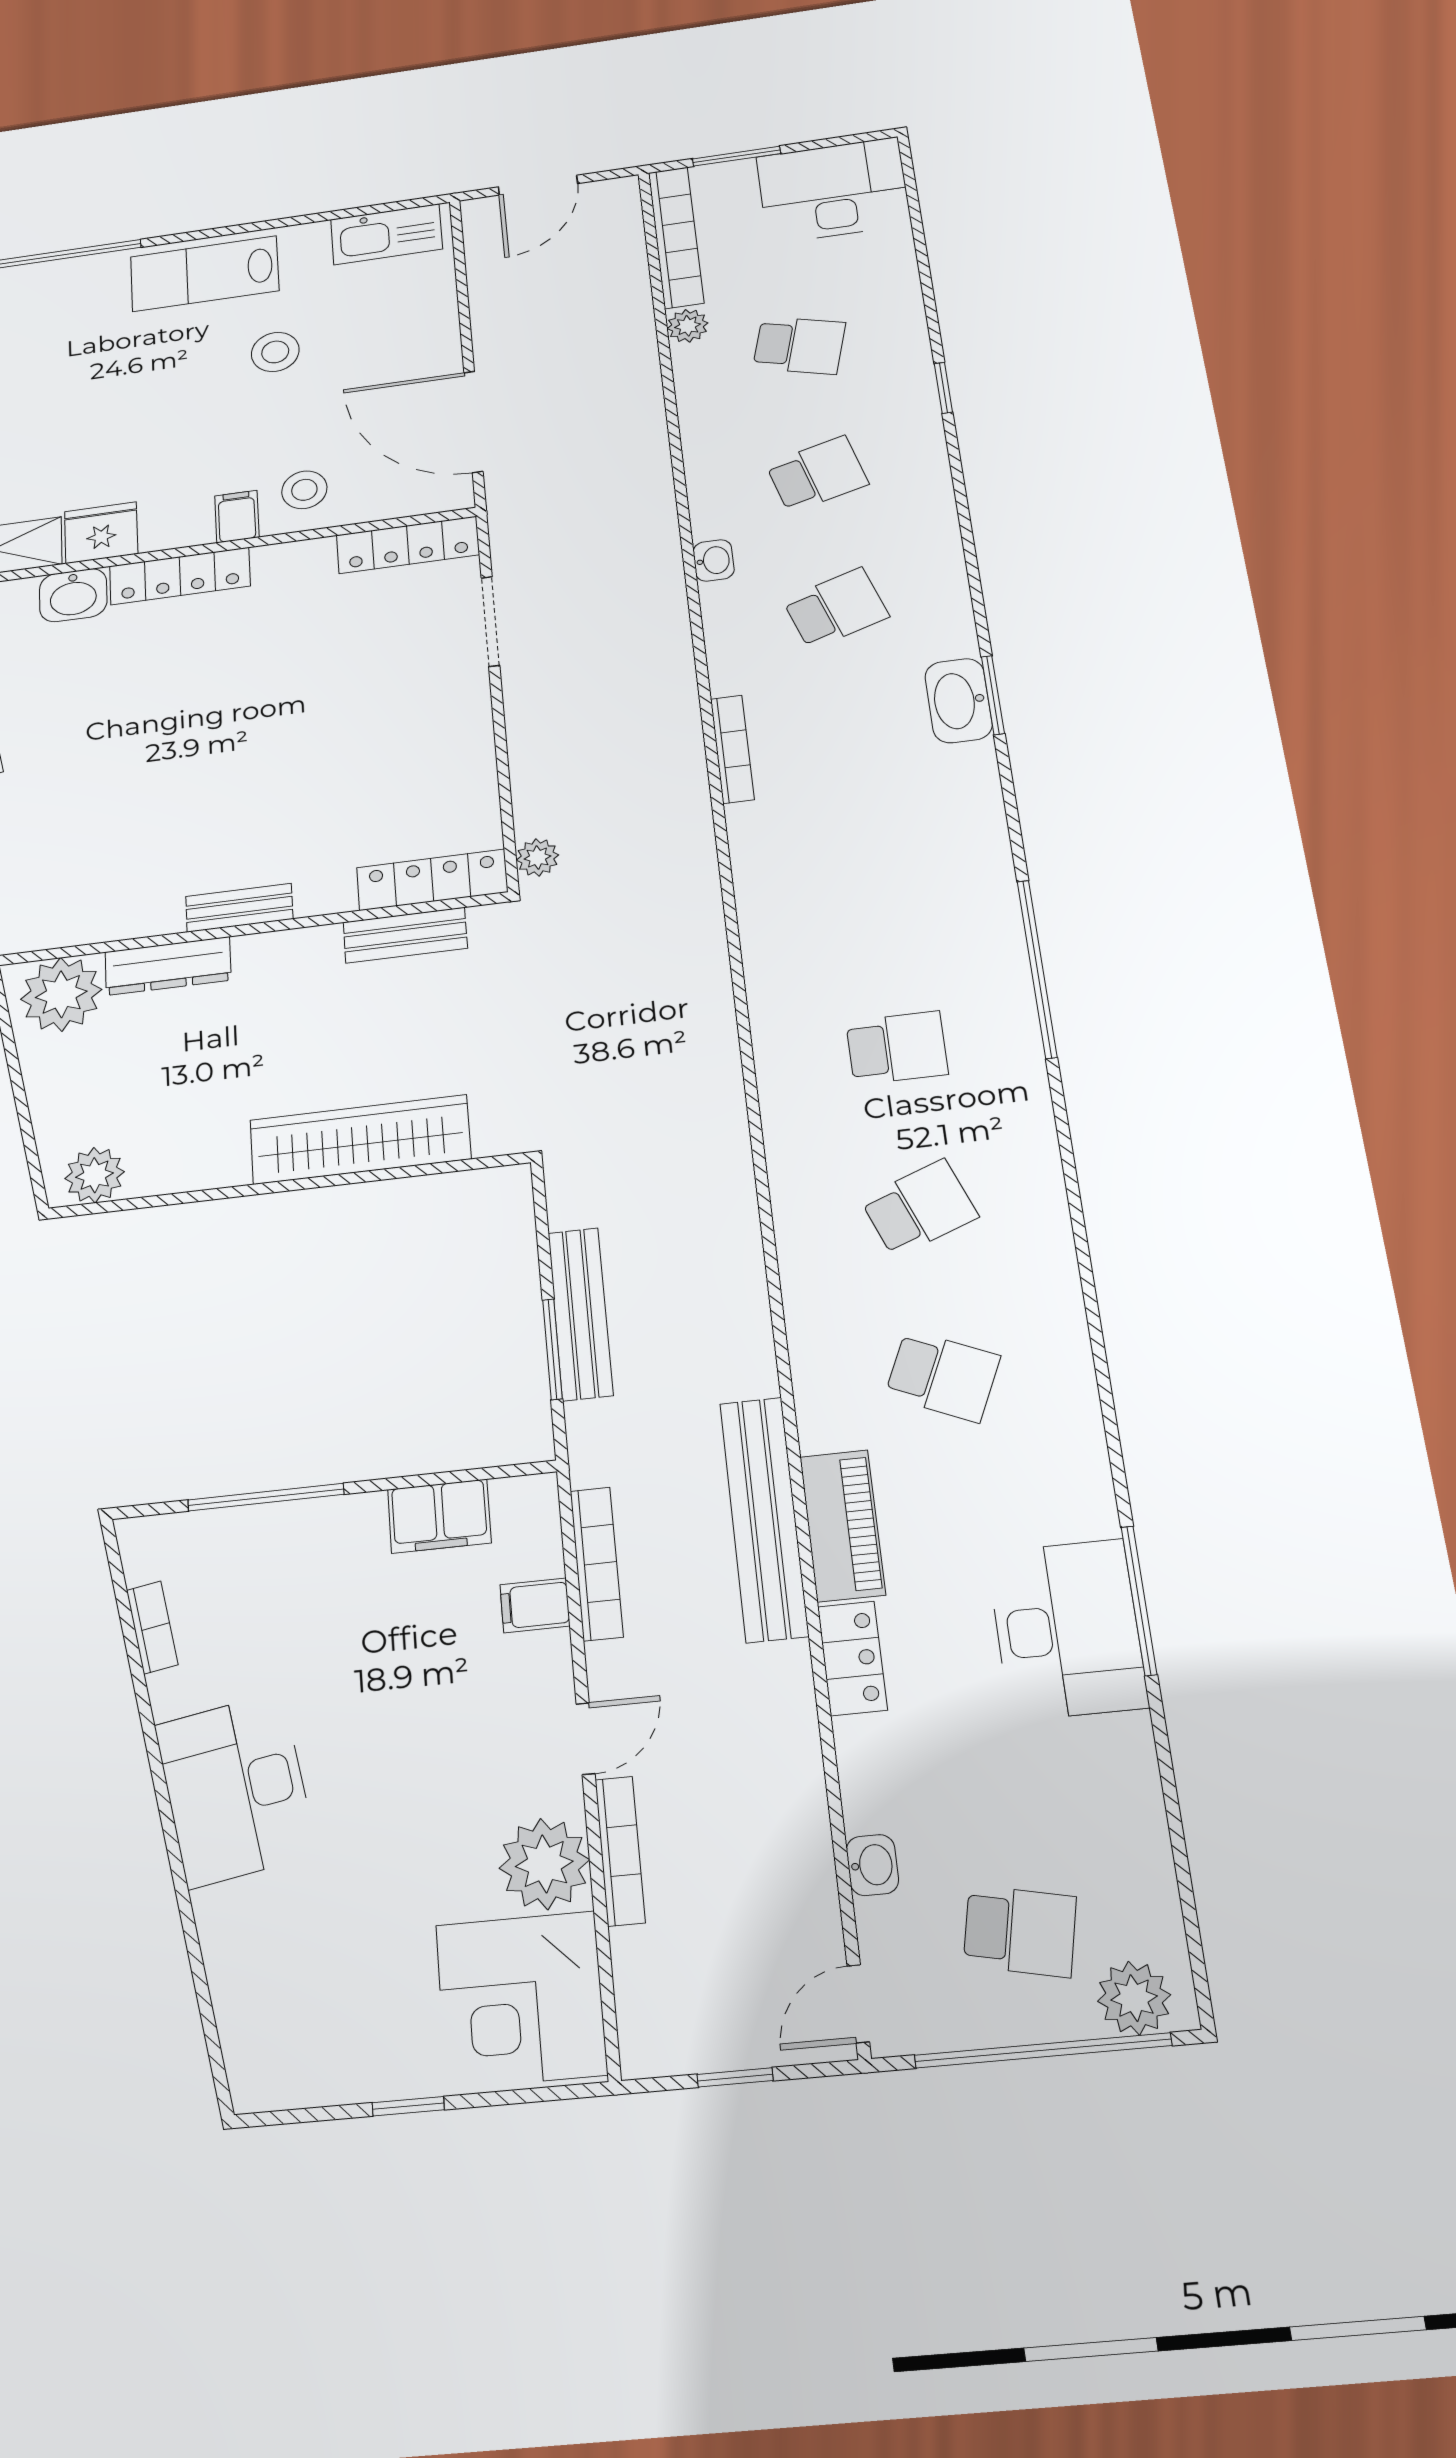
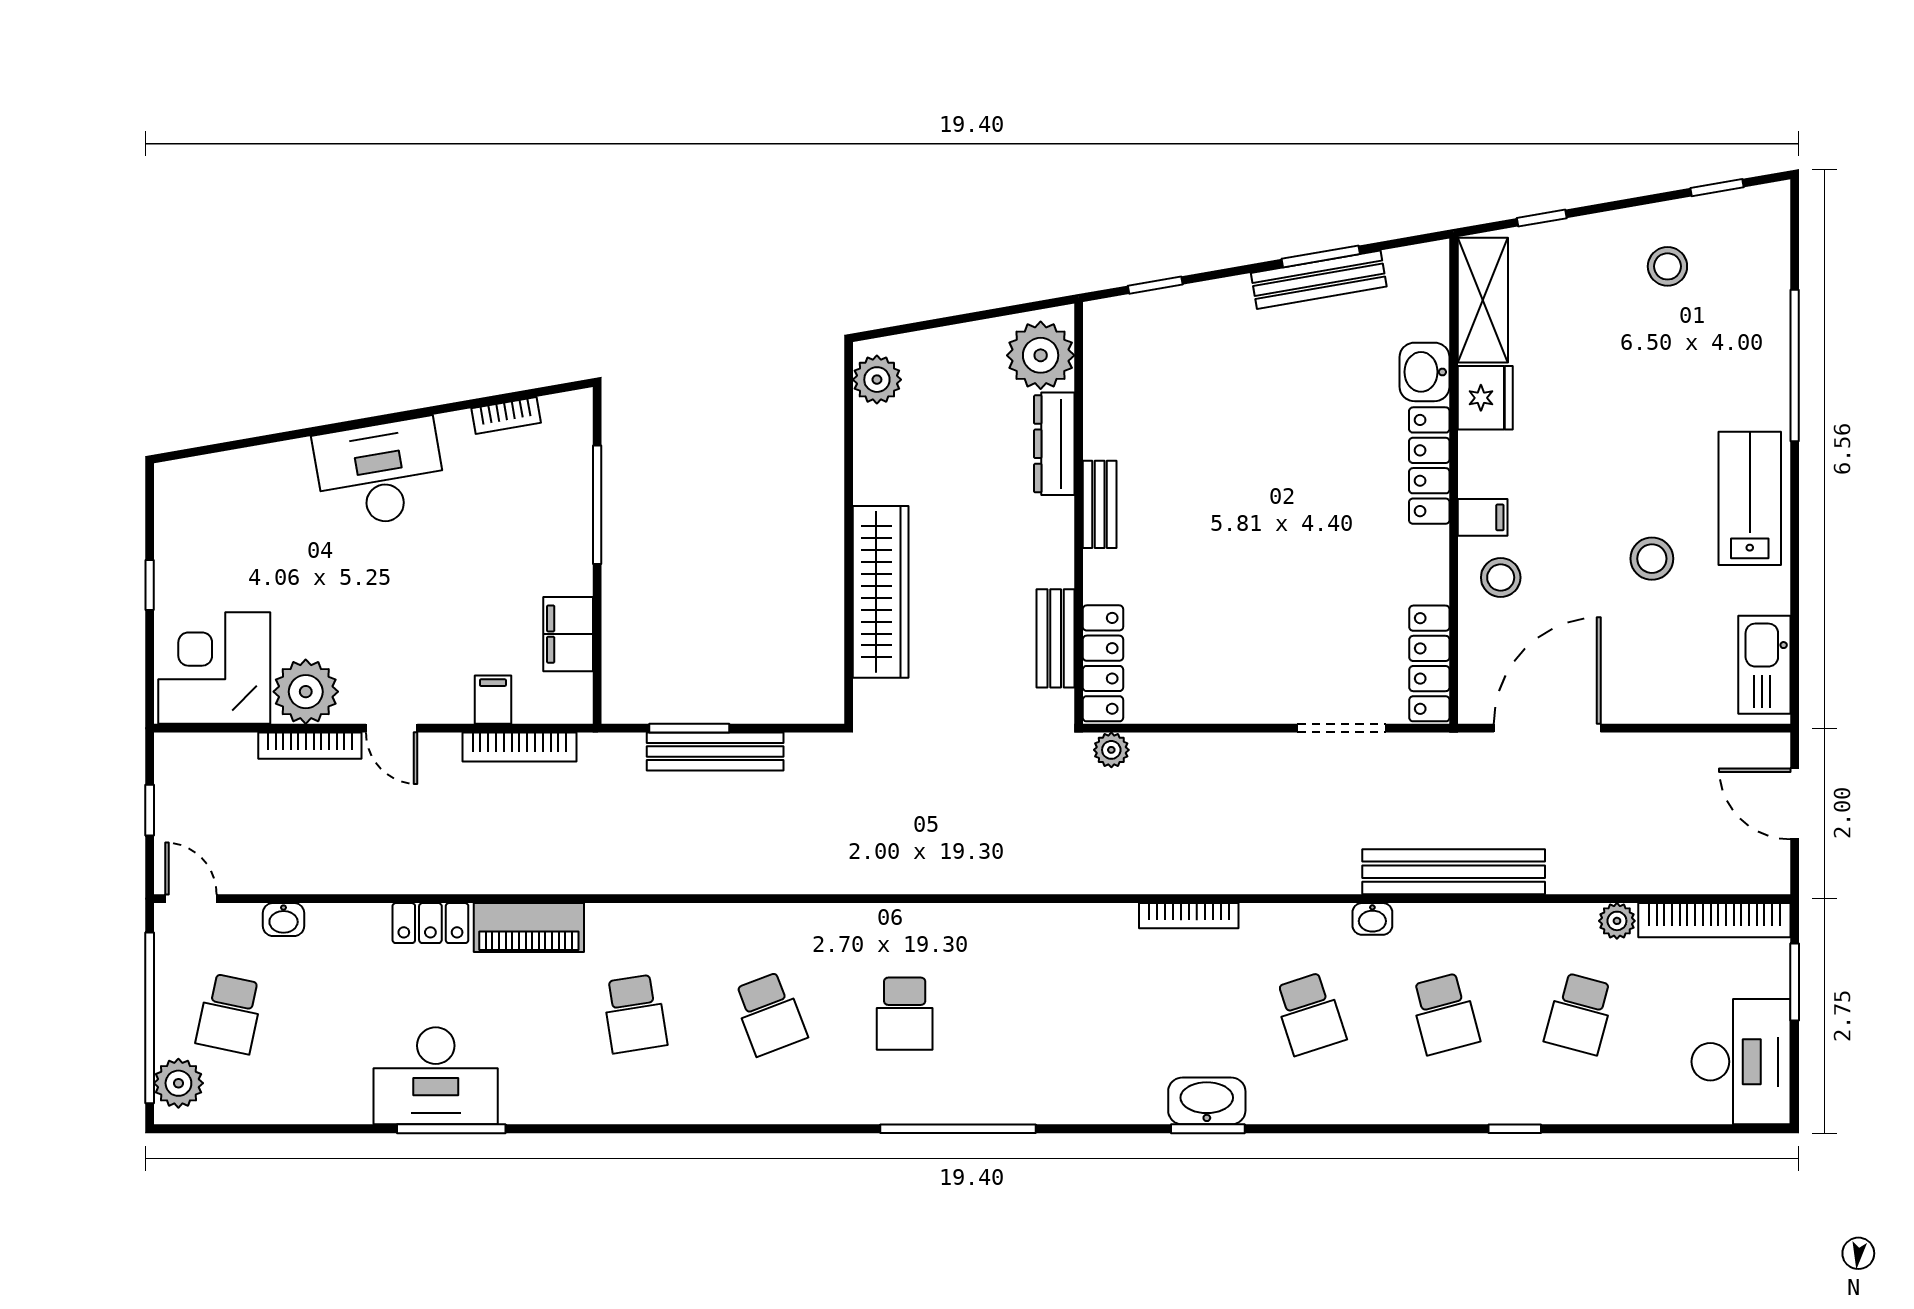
school desk: (943, 1376) -> (635, 1014), turned -33
bench: (764, 1518) -> (1454, 872), moved

